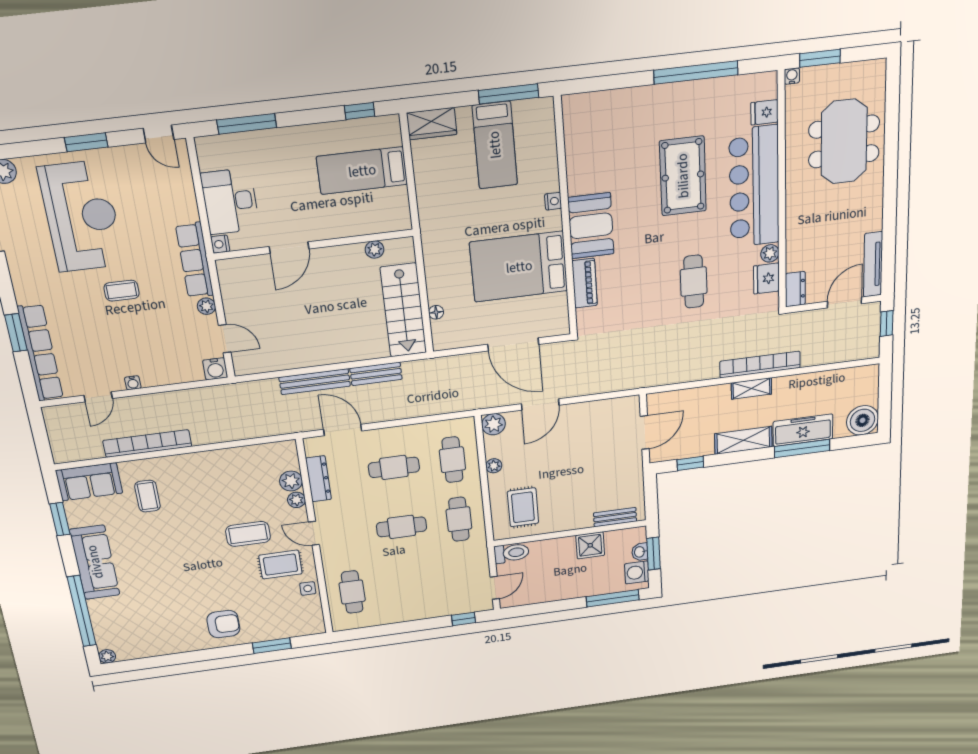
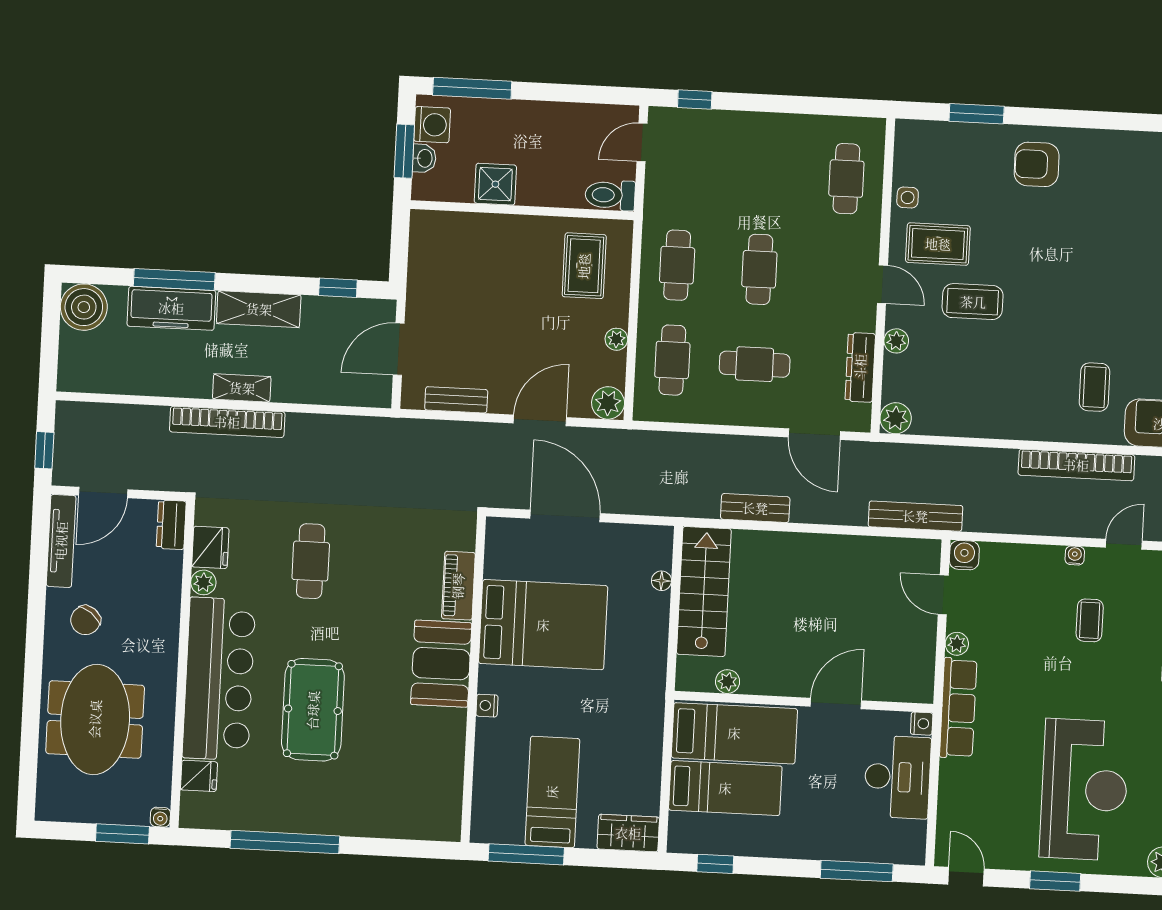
chair: (854, 212) -> (85, 620), added
bed: (362, 213) -> (734, 733), added
reception desk: (81, 216) -> (1084, 790), turned 180
coffee table: (122, 291) -> (1090, 620), moved, turned 90
bench: (315, 382) -> (915, 516), moved
plant: (291, 481) -> (896, 418), moved
bench: (615, 517) -> (456, 400), moved
cafe table: (402, 527) -> (759, 269), turned 90

